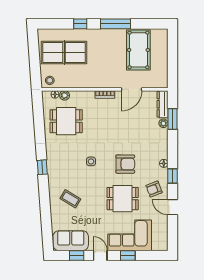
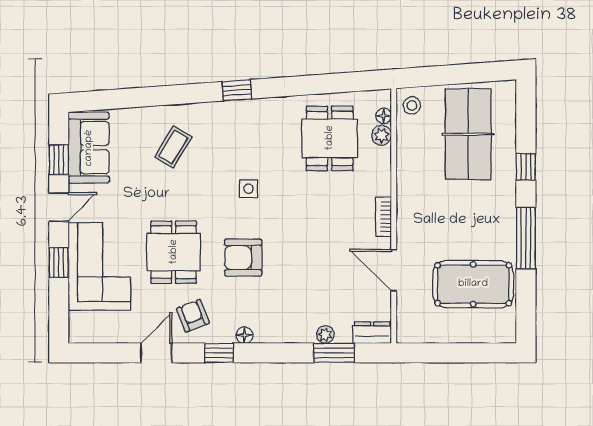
dresser: (162, 104) -> (372, 333), width x0.70
armchair: (125, 164) -> (243, 258), turned 90

